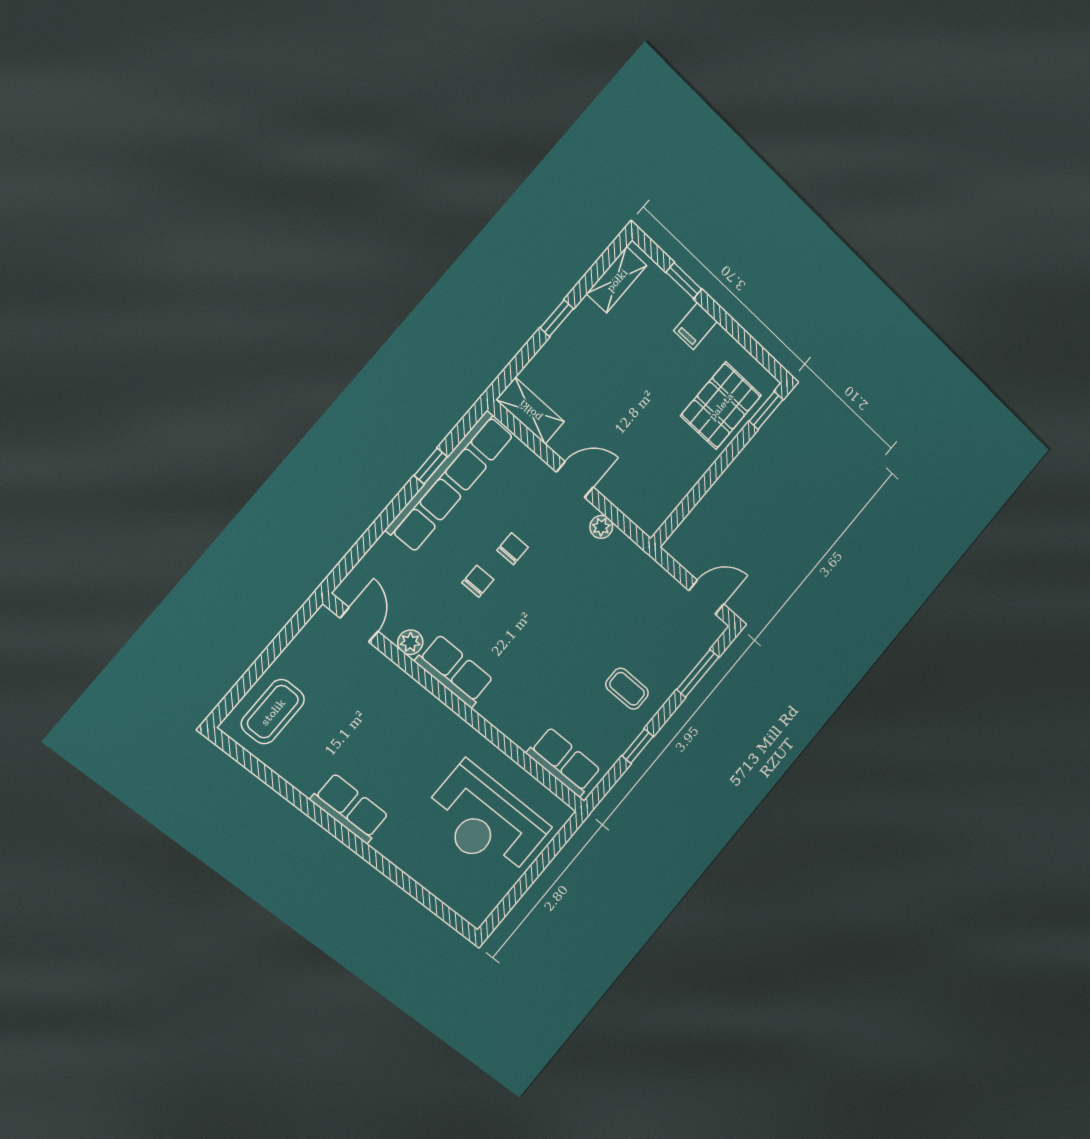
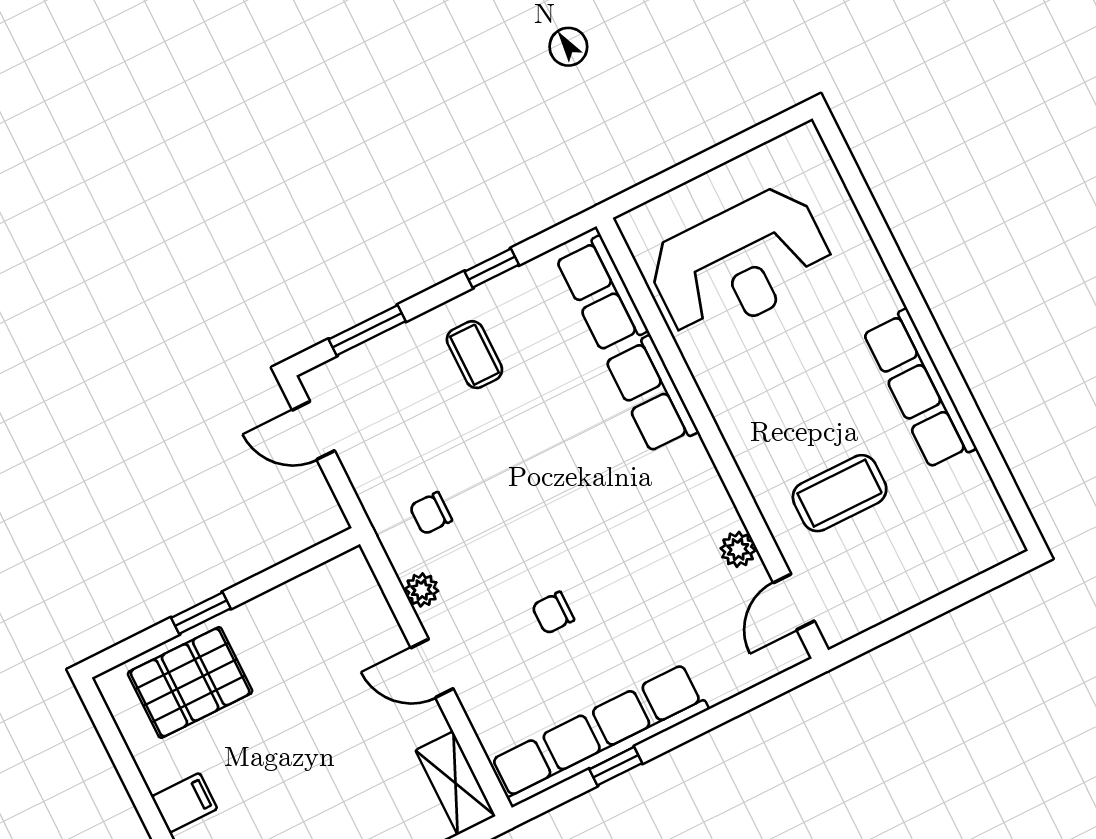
window: (766, 410) -> (201, 613), moved
chair: (478, 581) -> (431, 513), moved
row of seats: (454, 671) -> (651, 395), moved
coffee table: (273, 712) -> (840, 493), moved
row of seats: (350, 808) -> (919, 389), width x1.48
reception desk: (485, 821) -> (740, 264), turned 90

